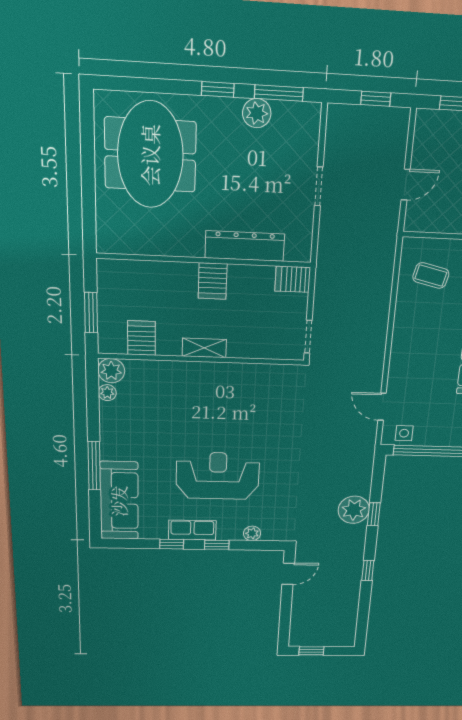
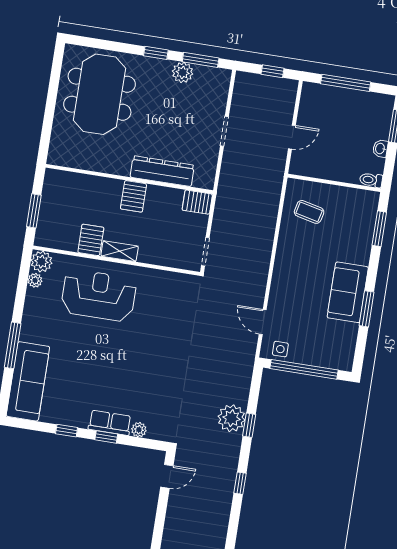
server rack: (141, 338) -> (91, 240), moved
reception desk: (218, 476) -> (99, 295), moved
row of seats: (192, 530) -> (110, 423), moved

